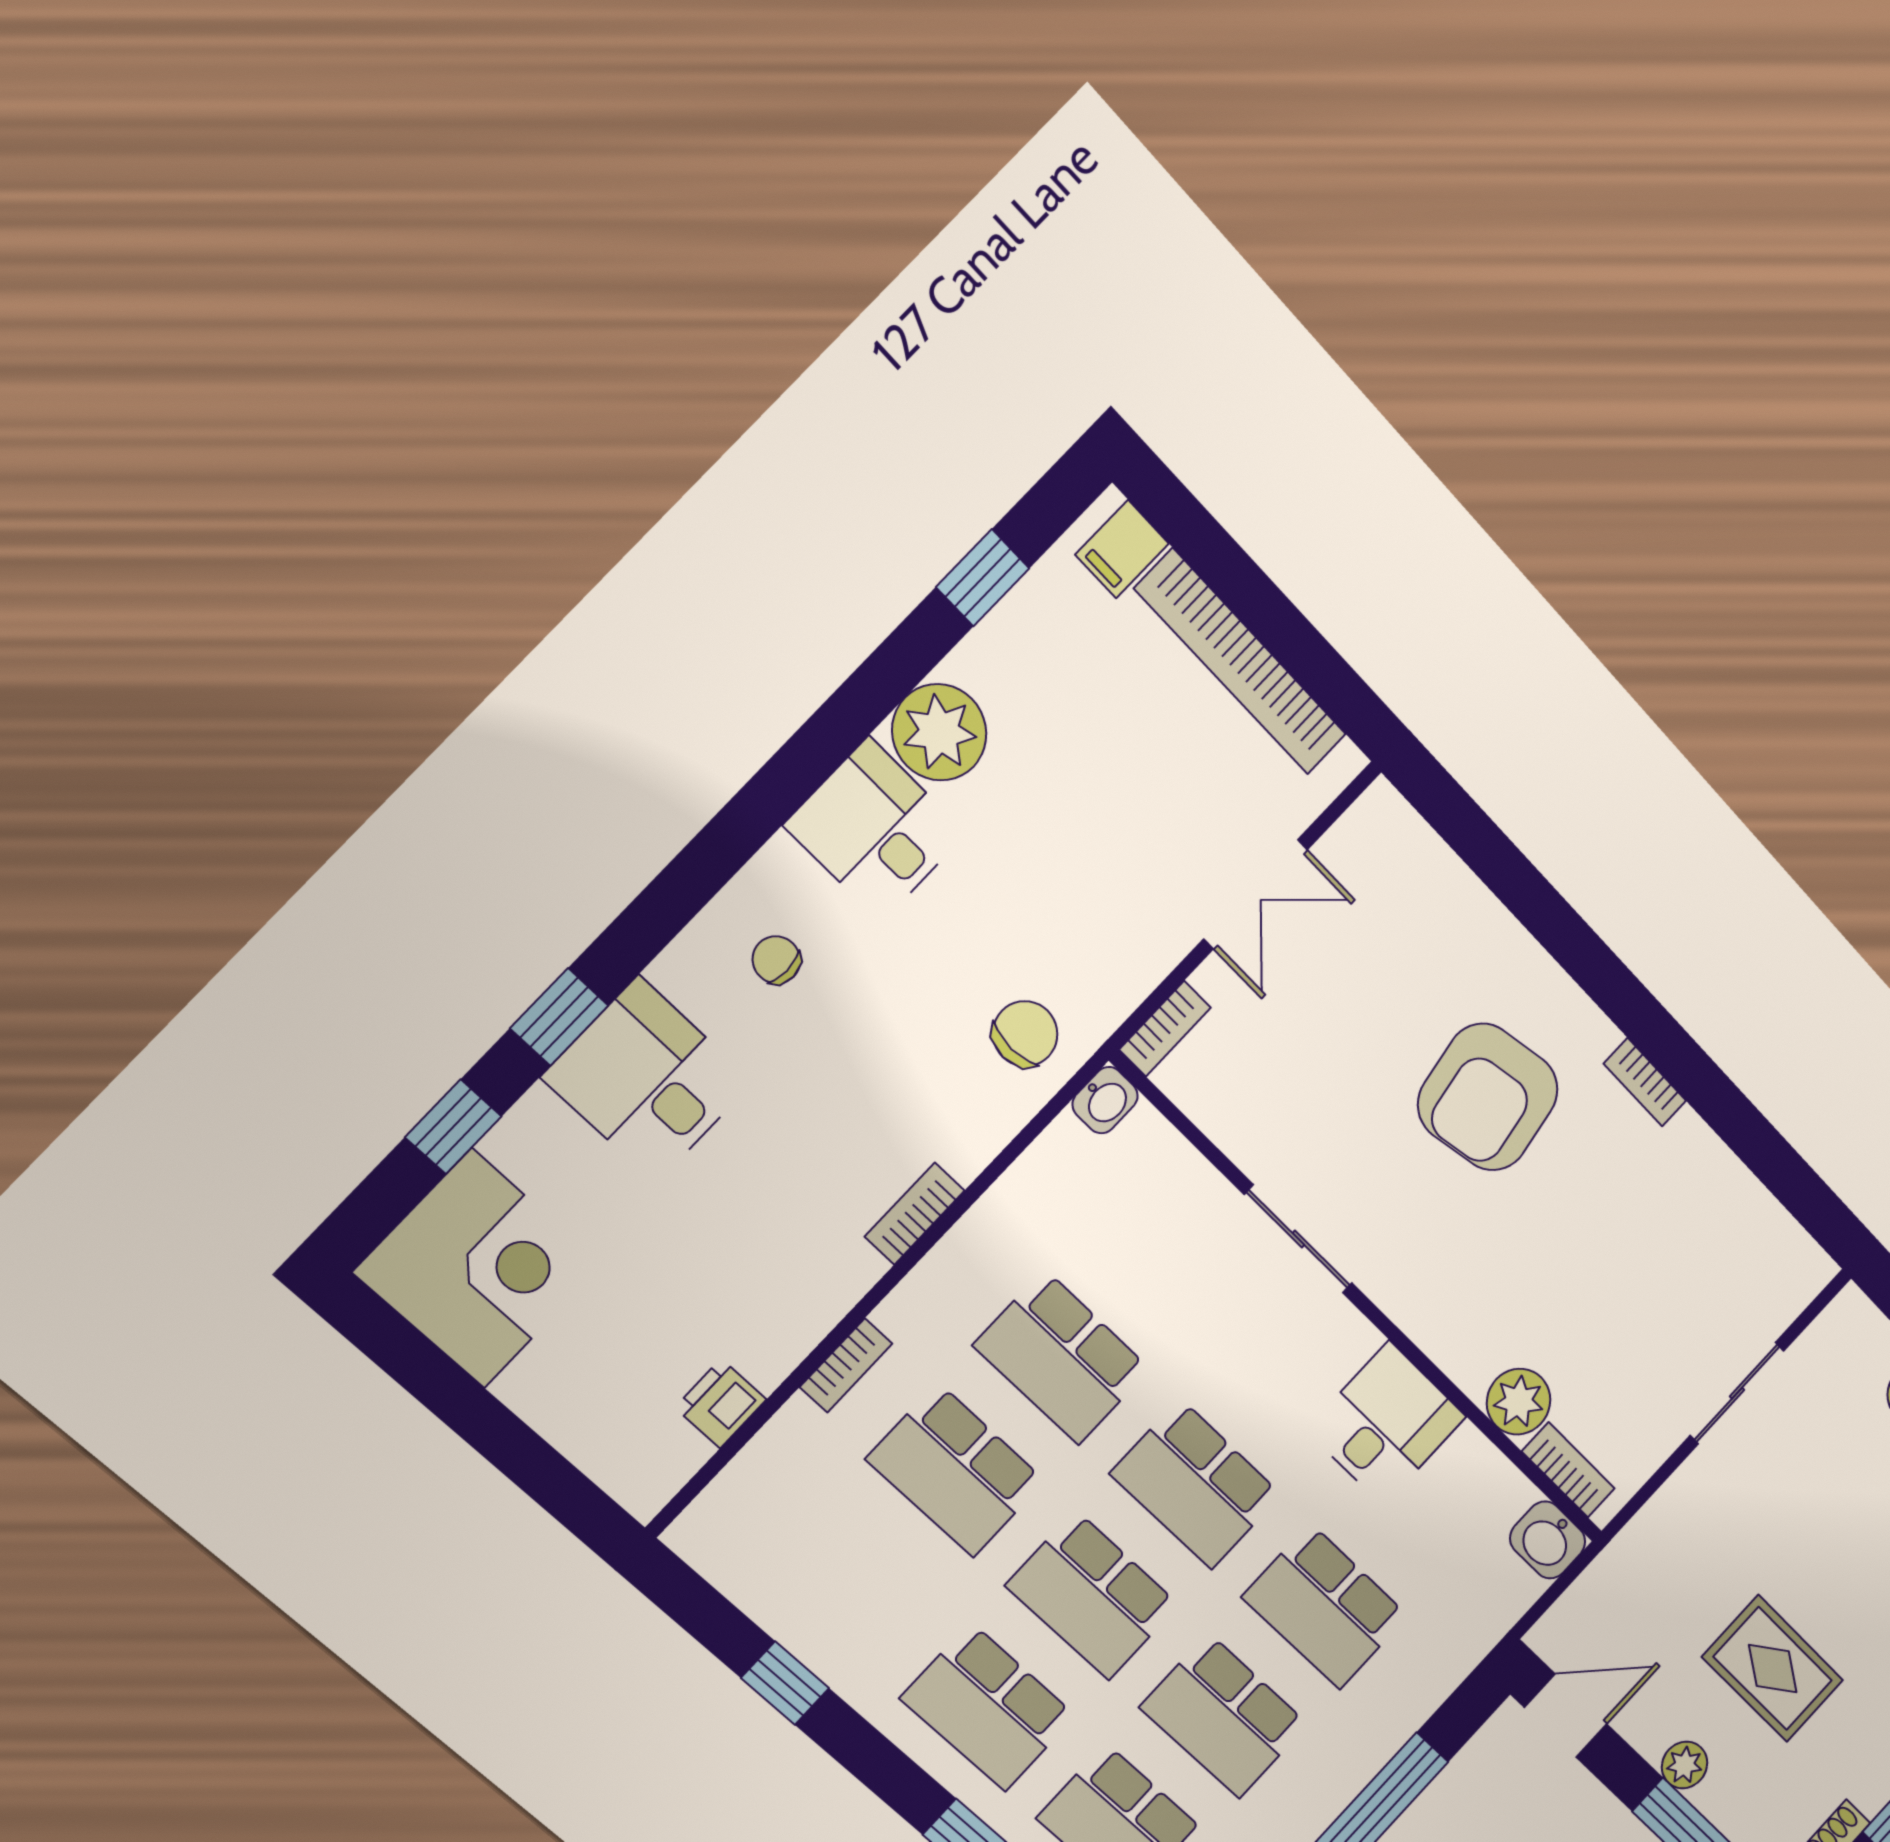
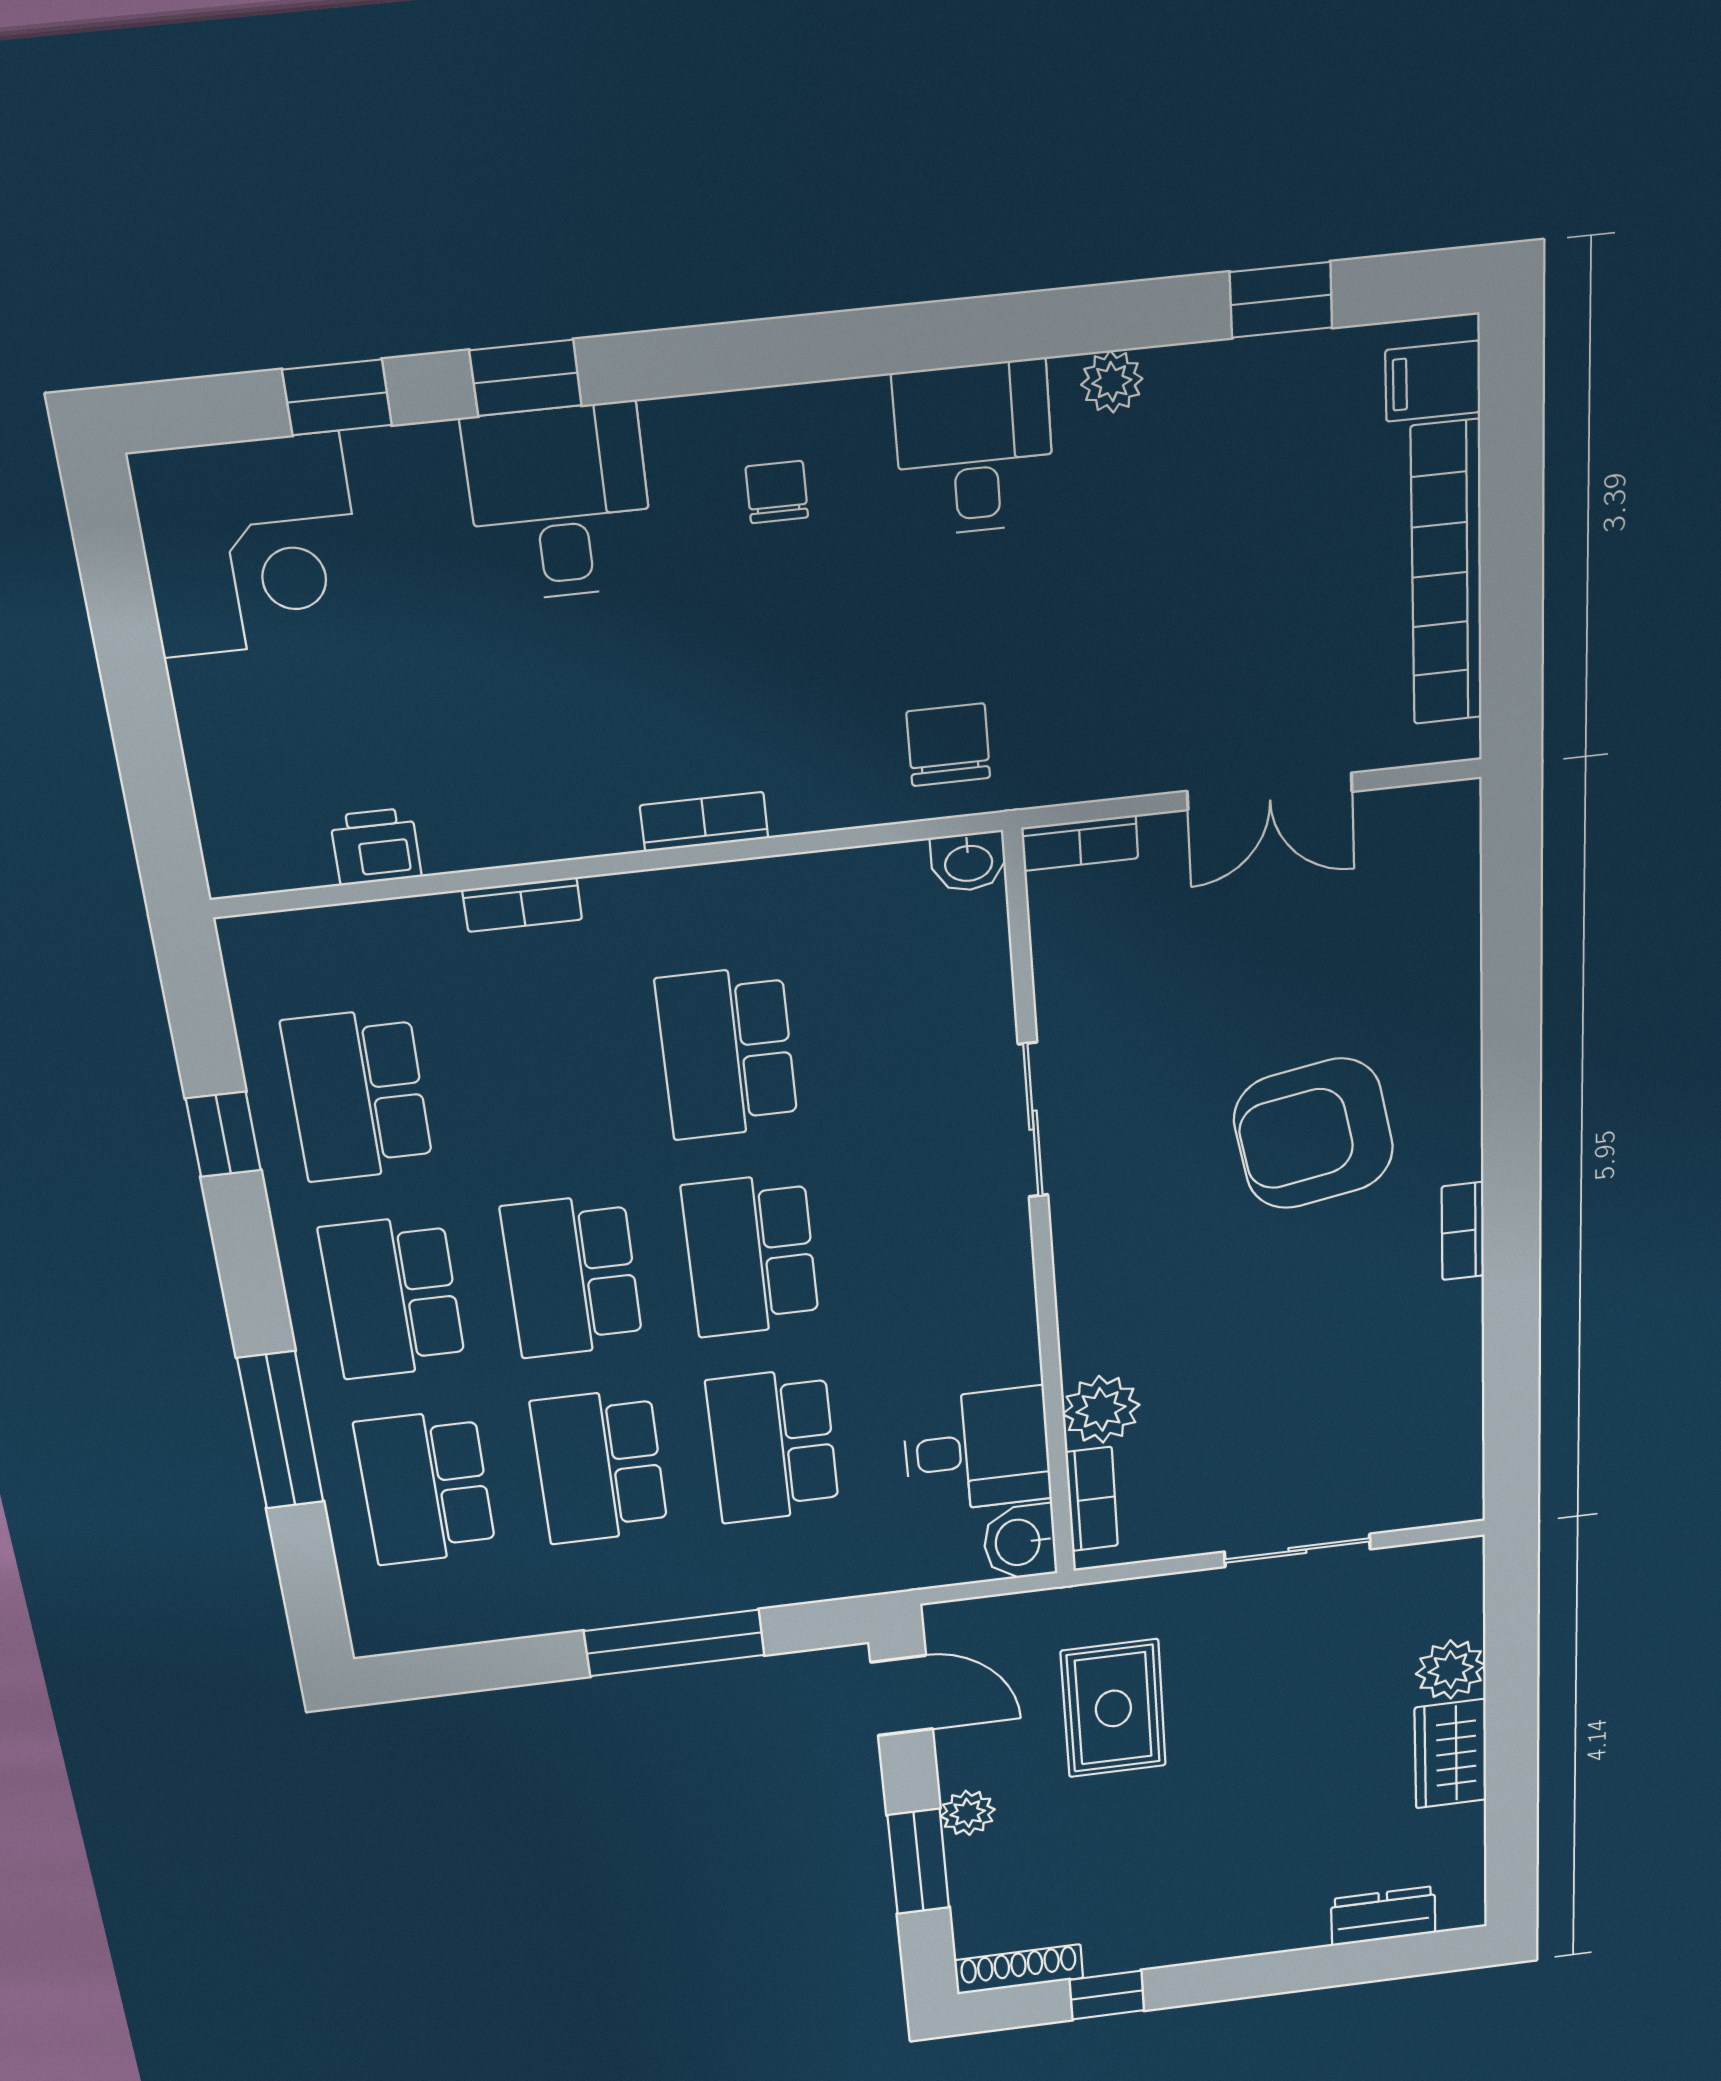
plant: (939, 732) -> (1112, 382), width x0.53, depth x0.53
chair: (1025, 1034) -> (948, 745), turned -90
desk: (1386, 1423) -> (977, 1450), moved
school desk: (956, 1470) -> (358, 1095), moved
rug: (1773, 1669) -> (1113, 1708), moved

